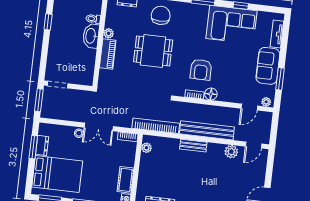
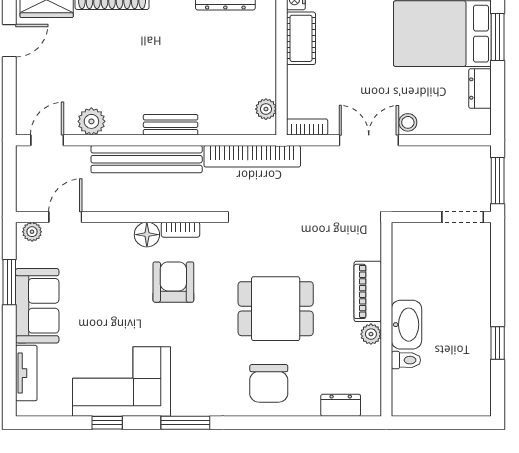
window: (33, 147) -> (498, 37), moved

